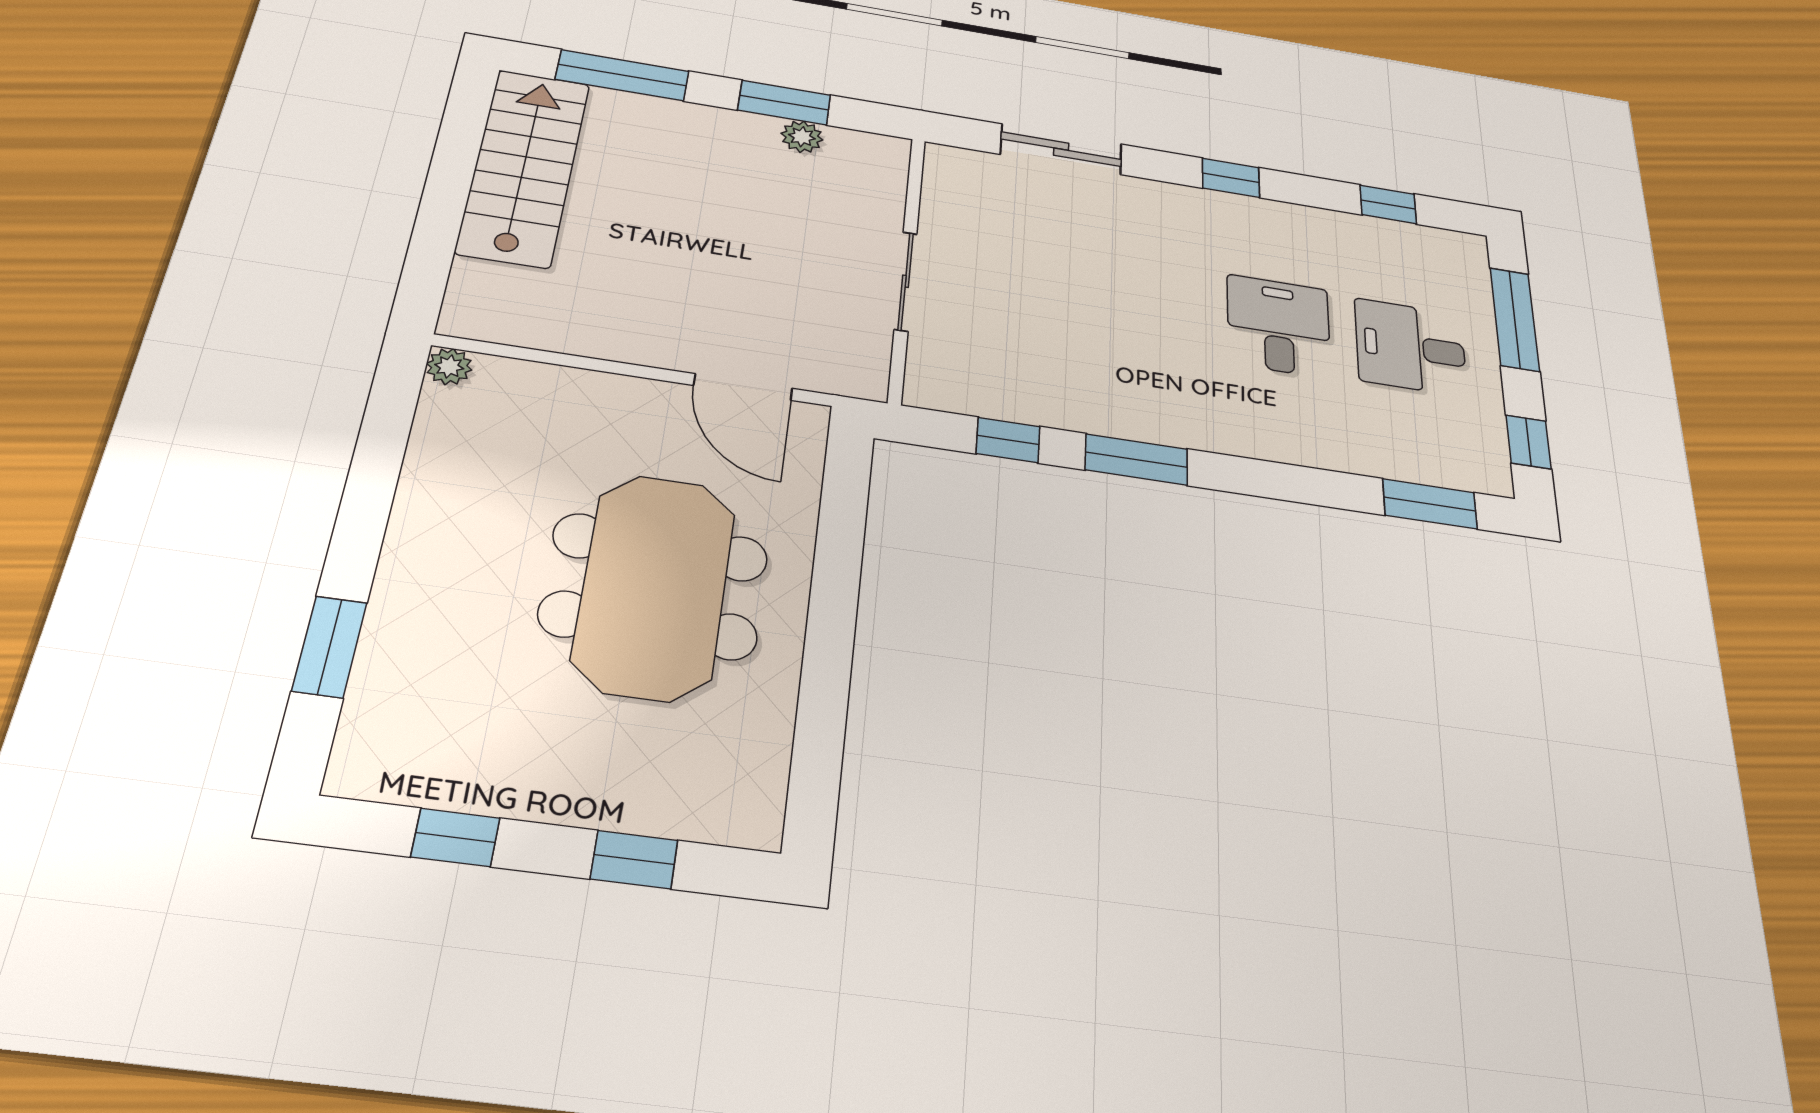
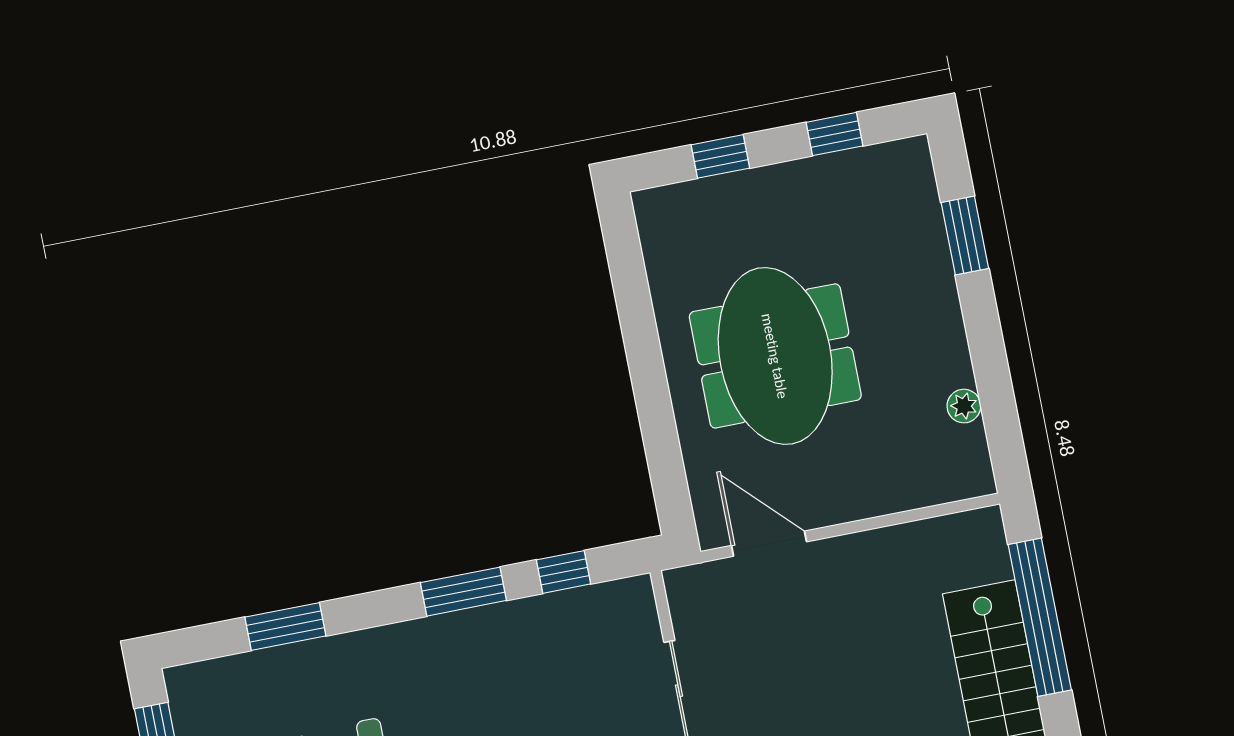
window: (442, 210) -> (1040, 617), added
plant: (449, 367) -> (964, 406), moved
window: (1430, 504) -> (285, 626), moved

